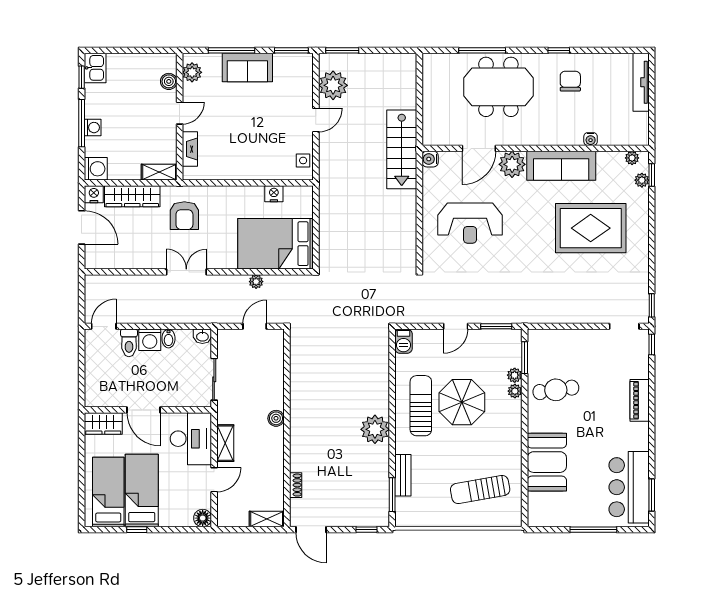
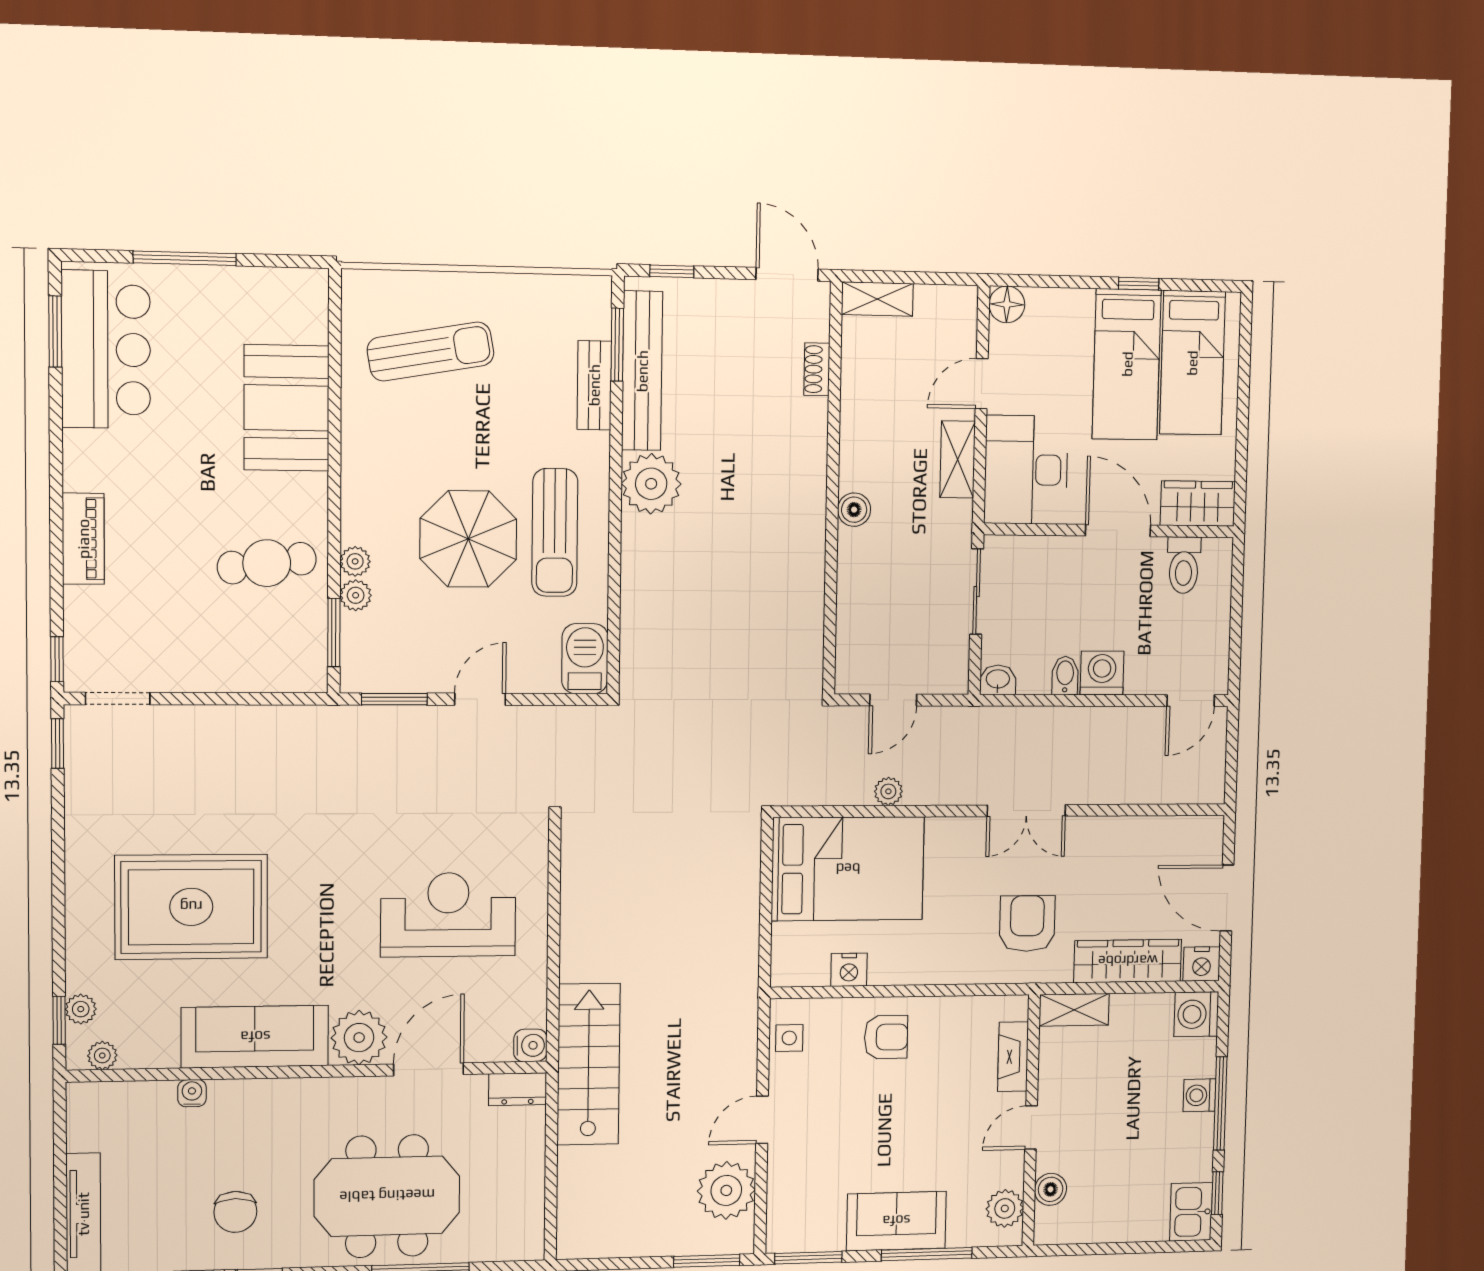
dresser: (436, 138) -> (518, 1089), added
armchair: (255, 160) -> (886, 1037), added
barbecue: (403, 341) -> (585, 659), width x1.38, depth x1.27
toilet: (129, 343) -> (1184, 565), moved, turned 180
bench: (380, 483) -> (642, 371), added

